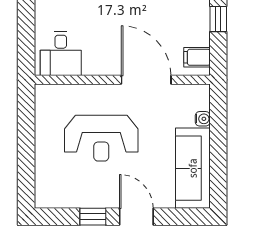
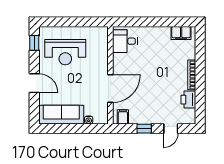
reception desk: (101, 138) -> (65, 52), moved, turned -90
window: (93, 217) -> (34, 43), moved
door: (136, 217) -> (34, 83), hinge flipped

